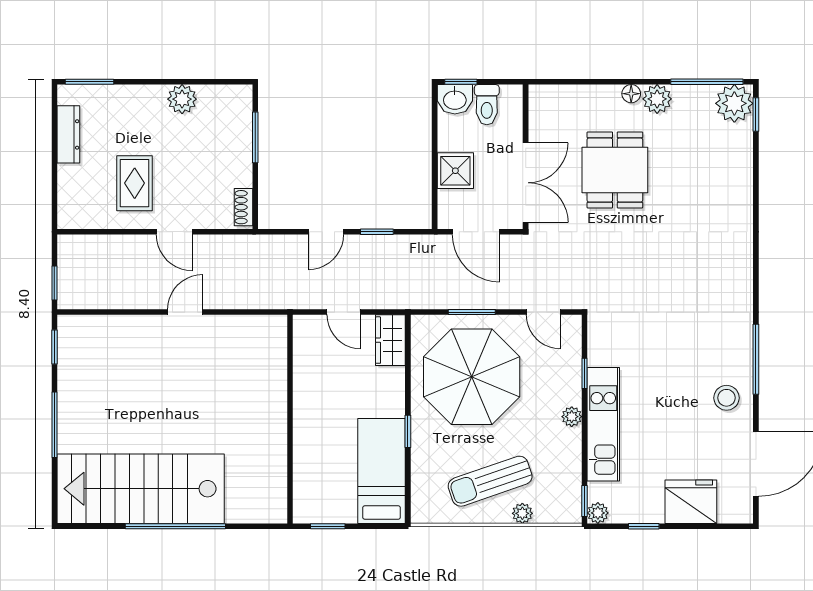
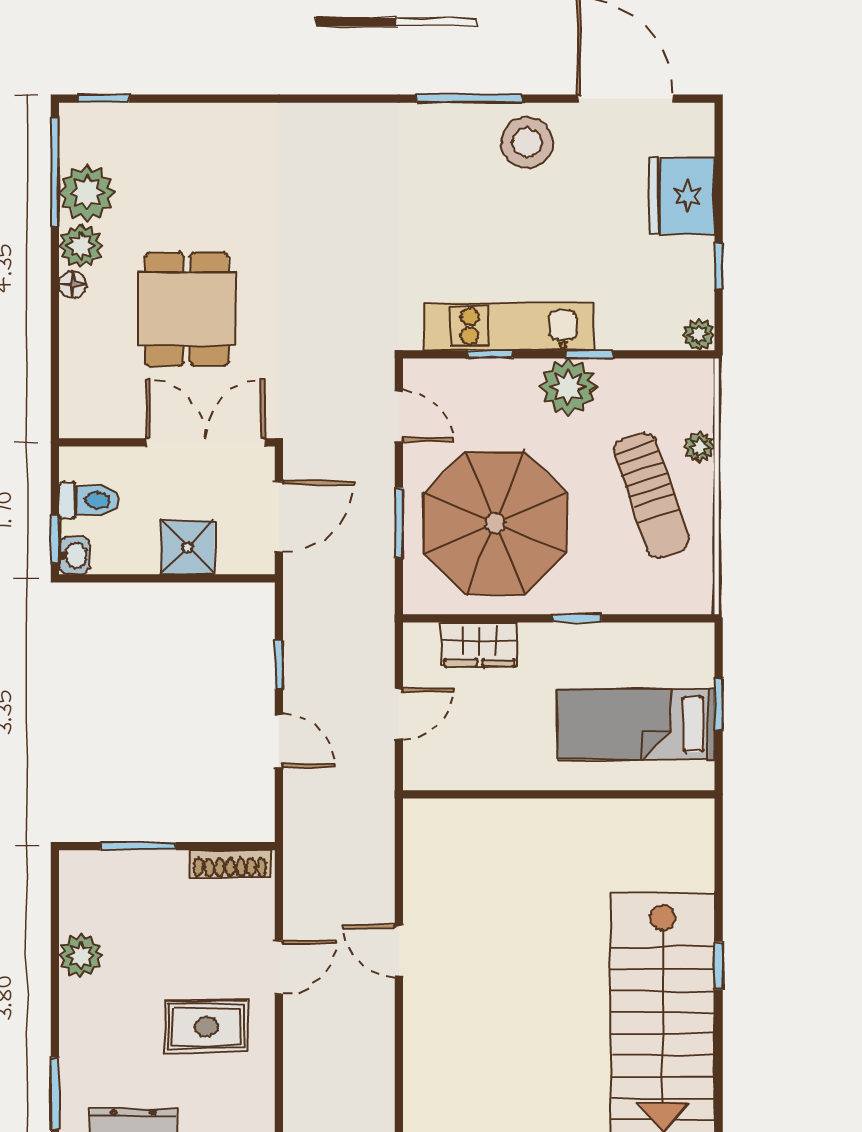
washbasin: (455, 99) -> (74, 555), width x0.72, depth x0.69
plant: (734, 103) -> (87, 193), moved
dining table: (615, 170) -> (187, 309), turned 90
shoe rack: (243, 207) -> (230, 864), width x1.43
door: (543, 312) -> (399, 416), hinge flipped
wardrobe: (390, 340) -> (479, 644), moved
stool: (726, 398) -> (527, 143), width x1.38, depth x1.38
plant: (572, 417) -> (568, 387), width x1.87, depth x1.87
kitchen unit: (603, 424) -> (509, 326), moved
bed: (382, 471) -> (636, 724), moved
window: (585, 501) -> (589, 354), moved
window: (175, 526) -> (719, 966), width x0.32
window: (328, 526) -> (719, 704), moved

